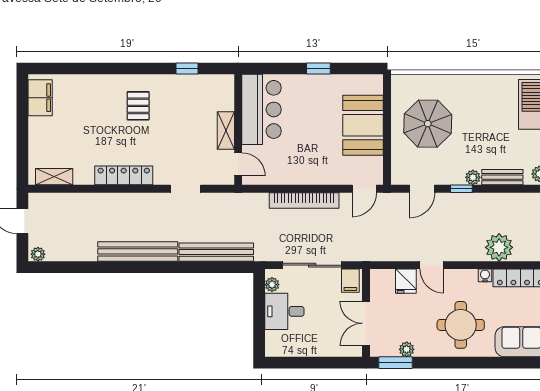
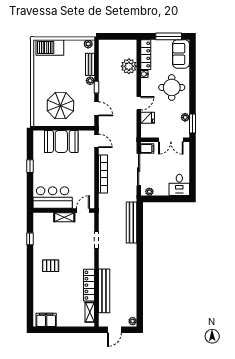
locker: (124, 175) -> (89, 285), moved
bench: (138, 251) -> (104, 291), moved
desk: (284, 311) -> (179, 185), moved

